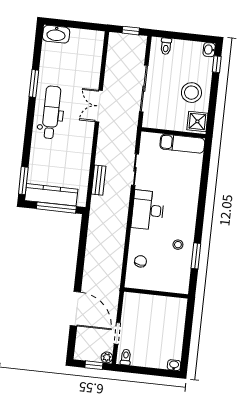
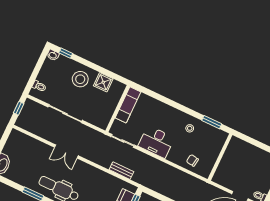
wall: (173, 133) -> (118, 109), moved
exam couch: (182, 144) -> (128, 105), moved
window: (196, 256) -> (212, 122), moved

